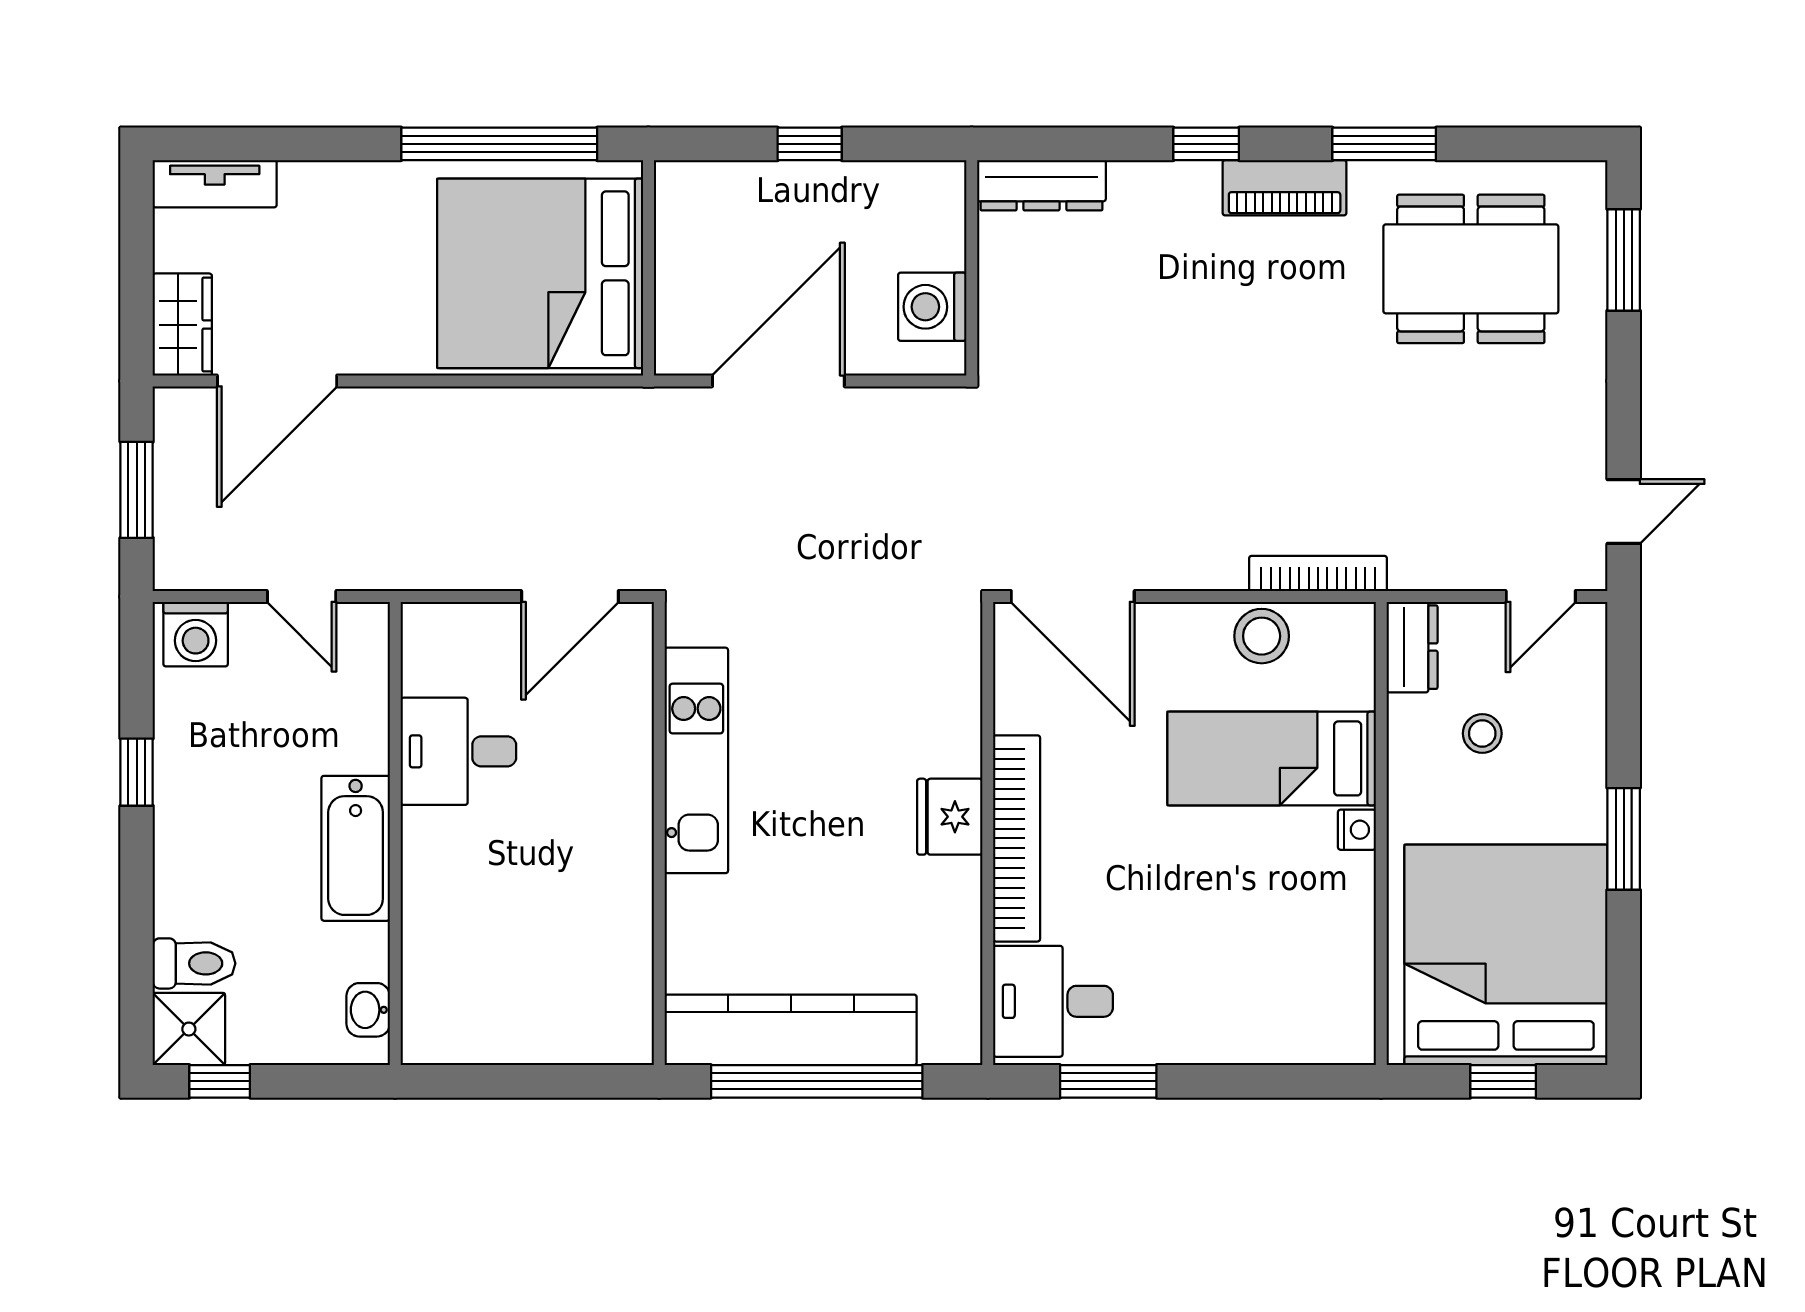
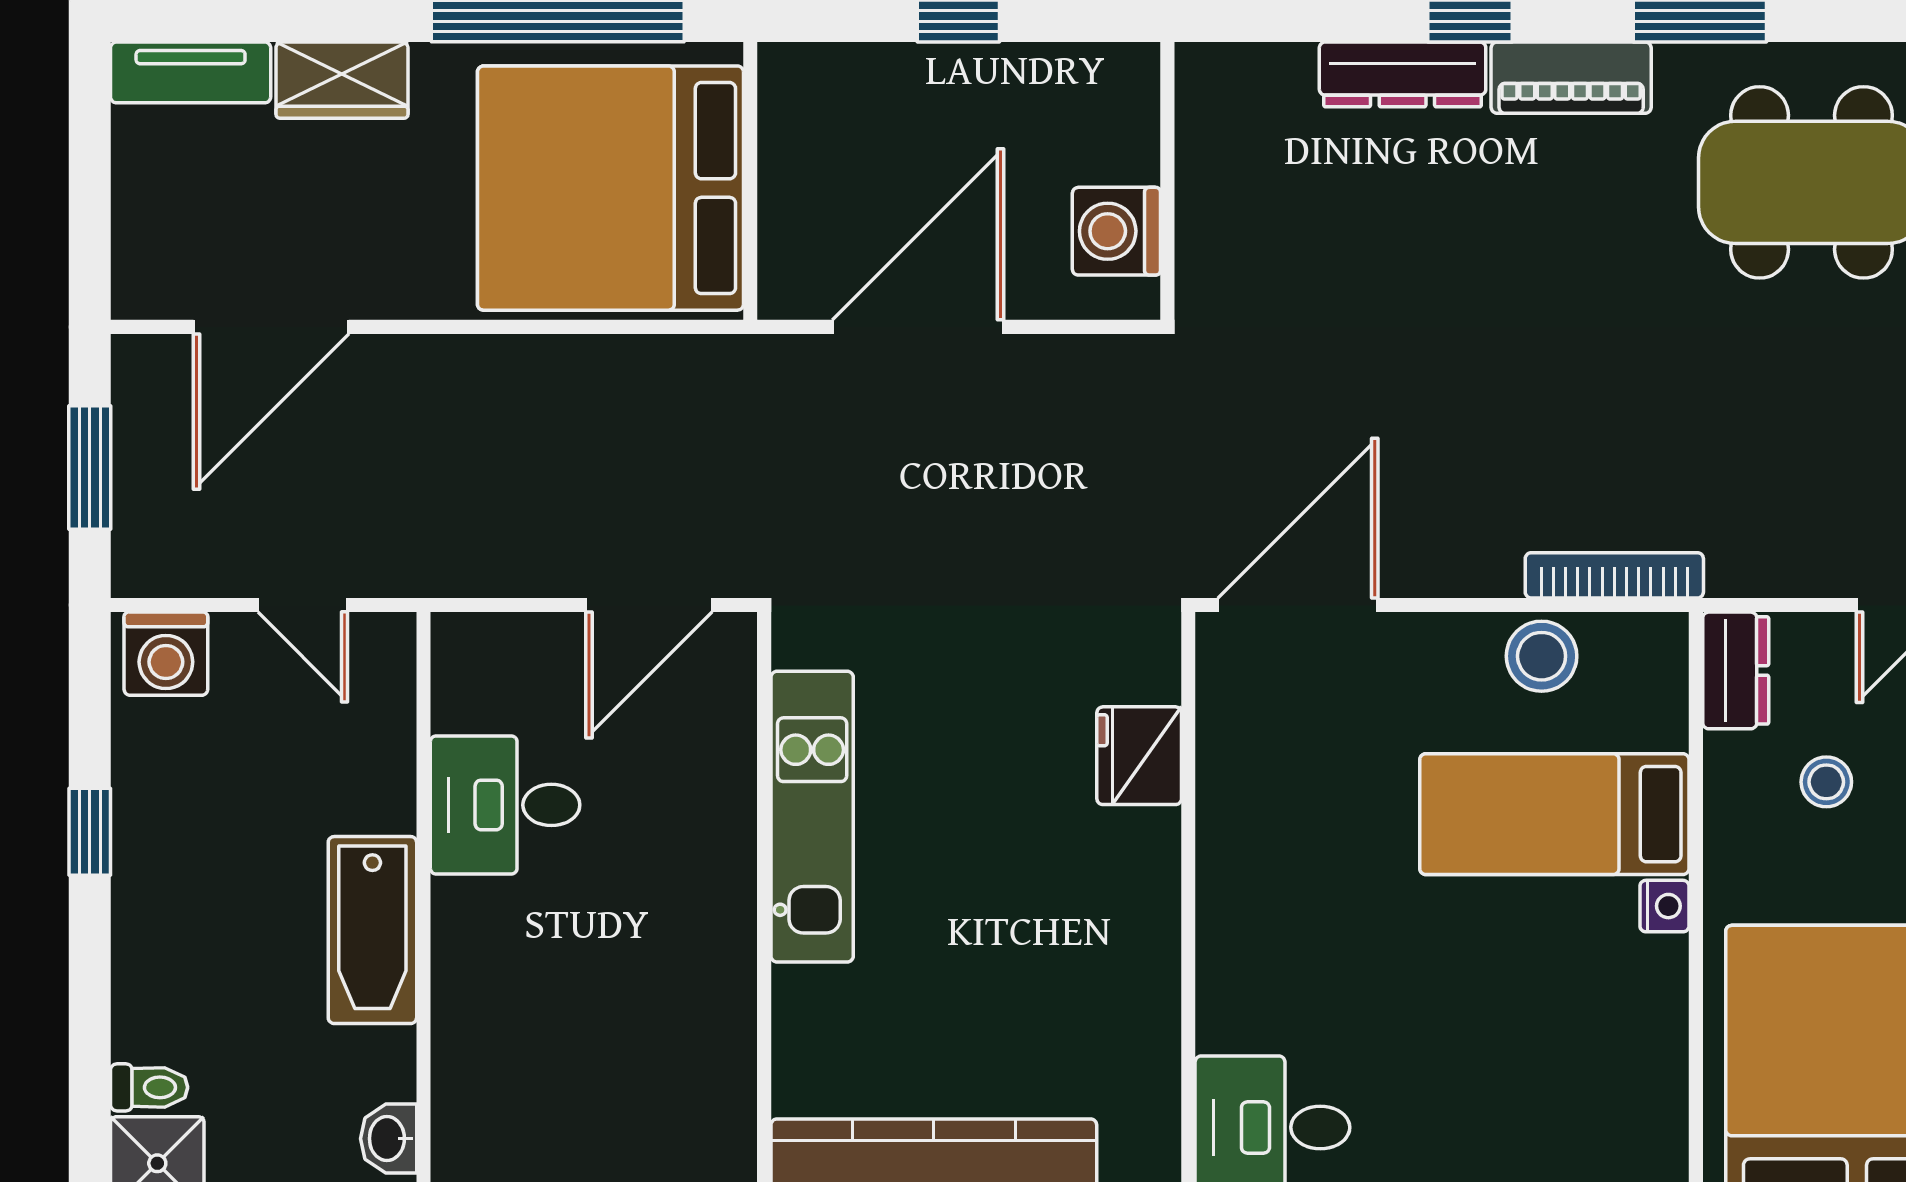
dresser: (1041, 185) -> (1403, 74), moved
wardrobe: (182, 325) -> (342, 80), moved, turned 90
door: (1073, 596) -> (1298, 605), swing flipped
fridge: (950, 817) -> (1139, 756), moved
bookcase: (1017, 838) -> (1225, 917), removed
toilet: (194, 963) -> (149, 1087), width x0.73, depth x0.72

